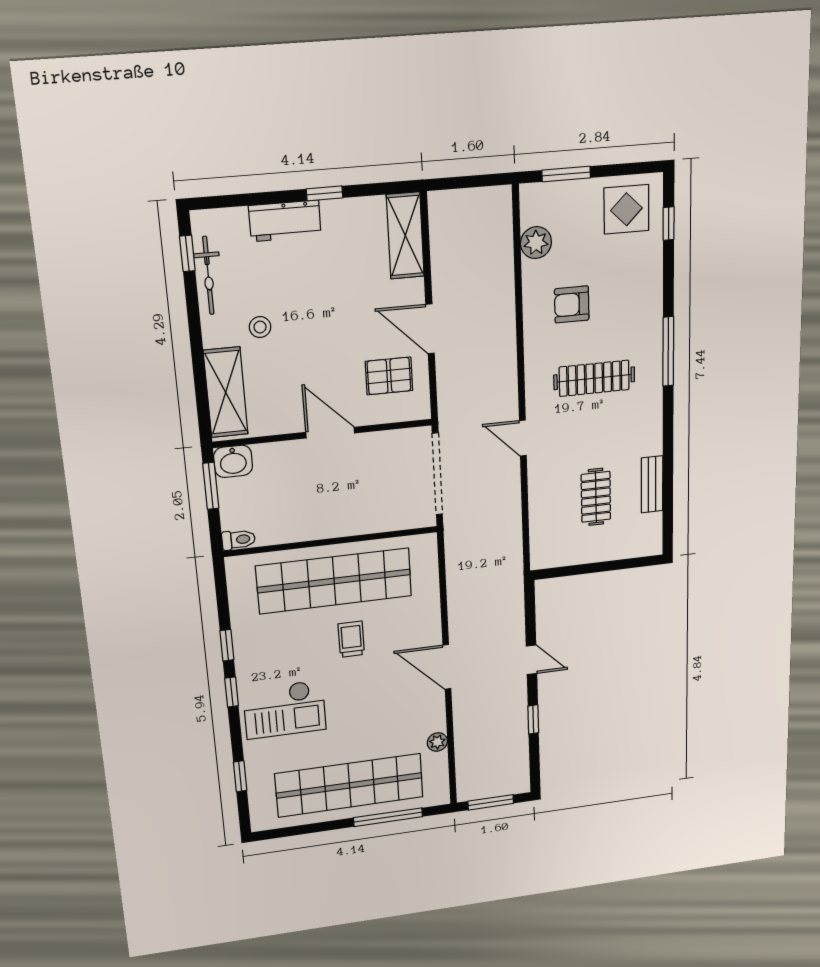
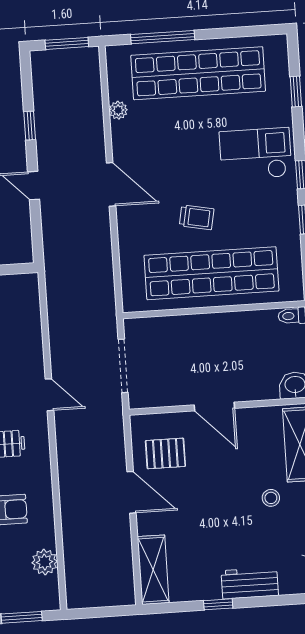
doorway: (437, 474) -> (123, 366), width x0.73
trolley: (351, 639) -> (197, 217), turned -79

